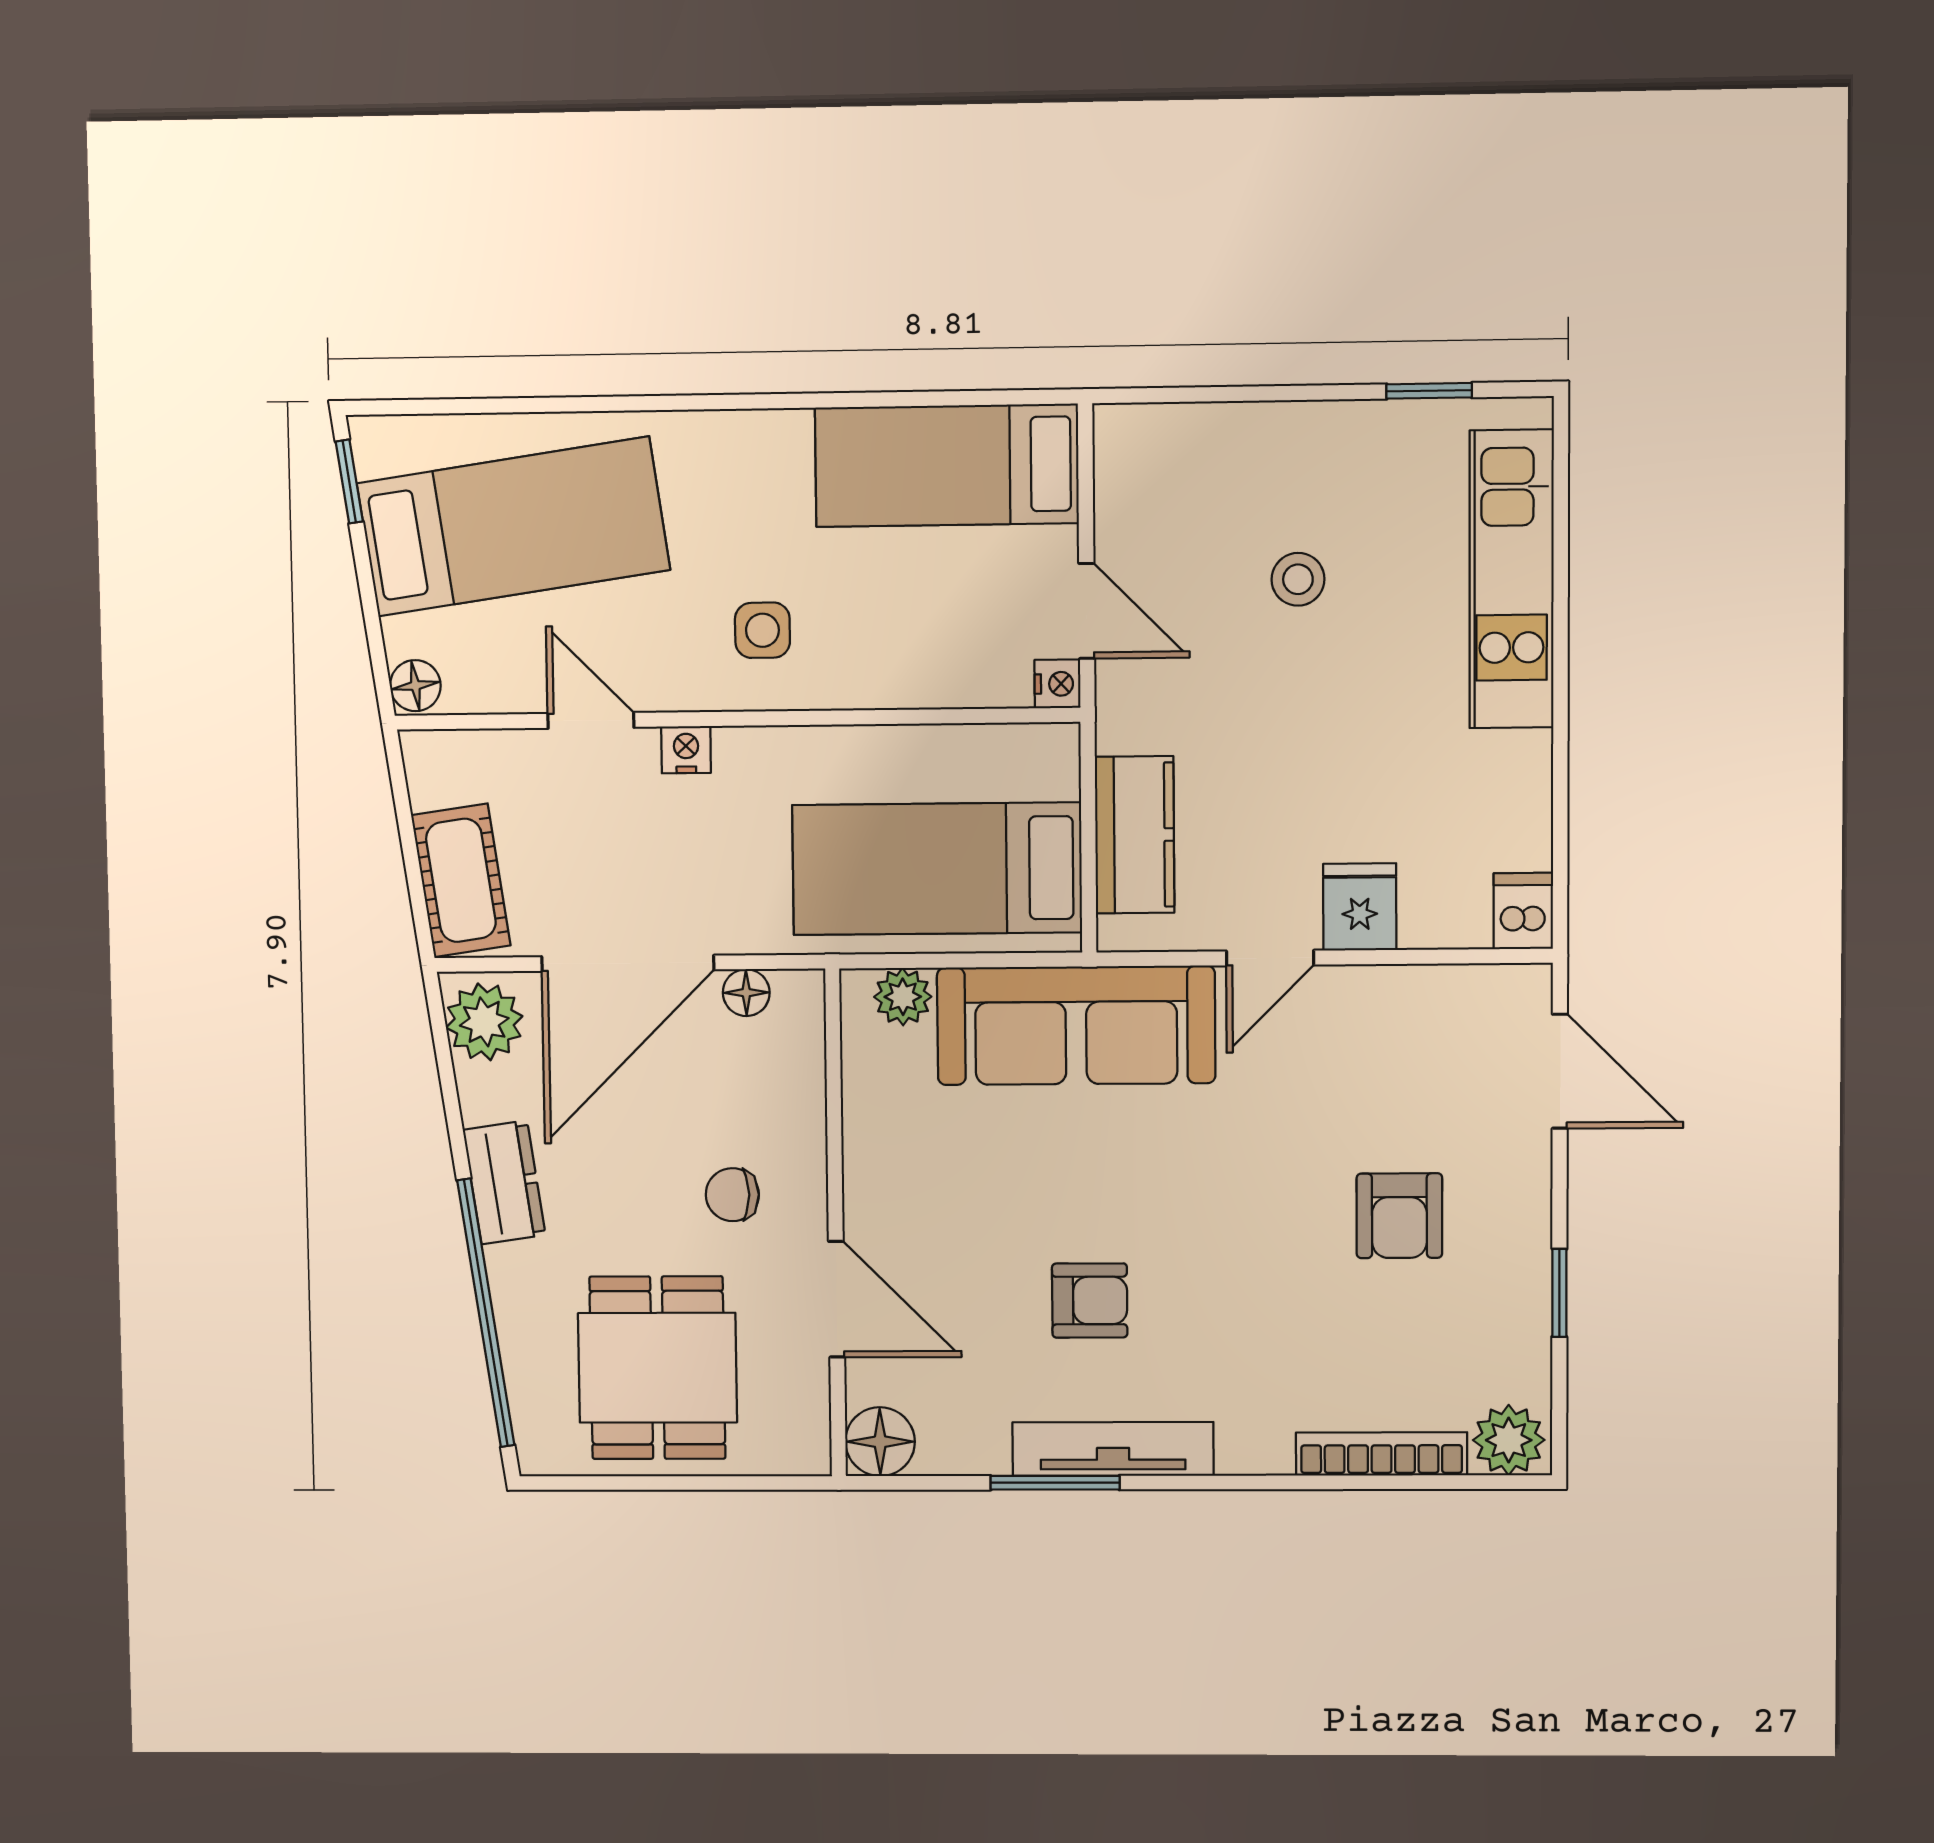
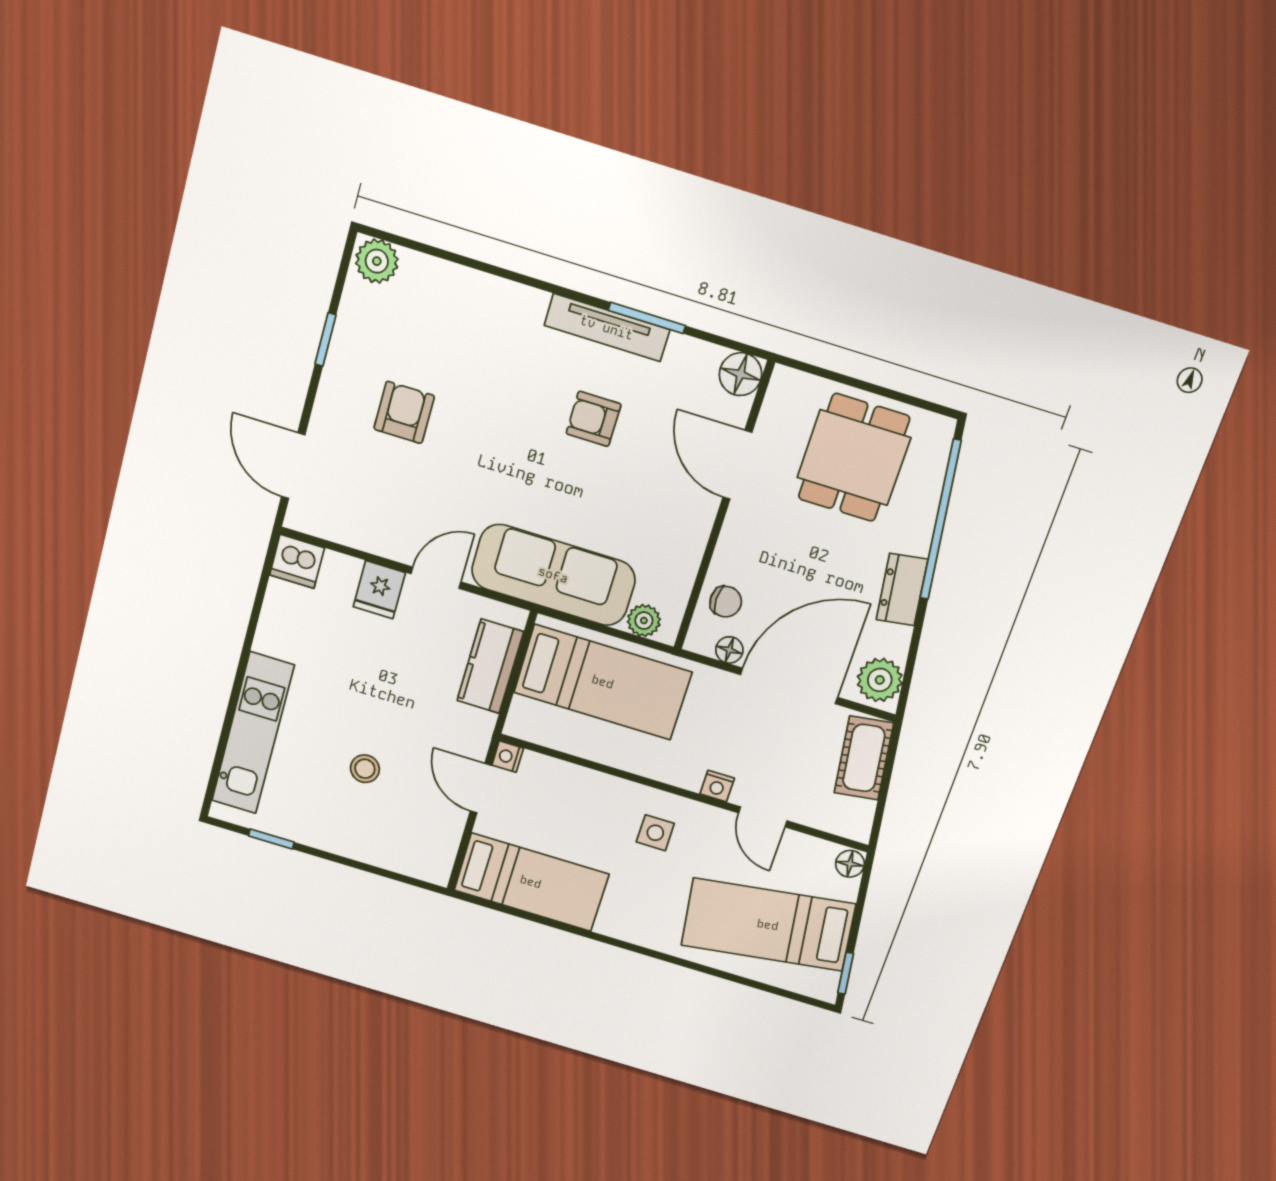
dishwasher: (1523, 911) -> (297, 561), width x1.38
chair: (732, 1195) -> (726, 602), moved
bookcase: (1382, 1454) -> (453, 276), removed

